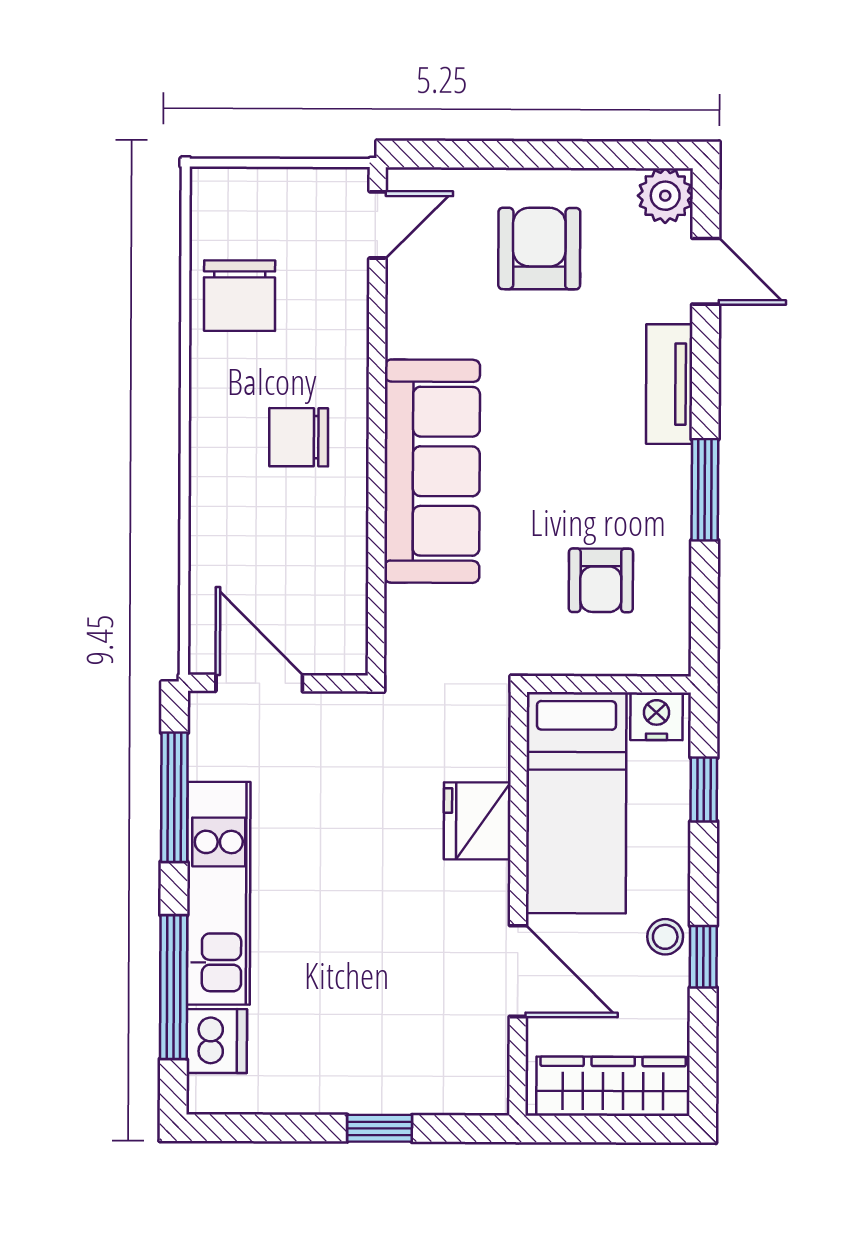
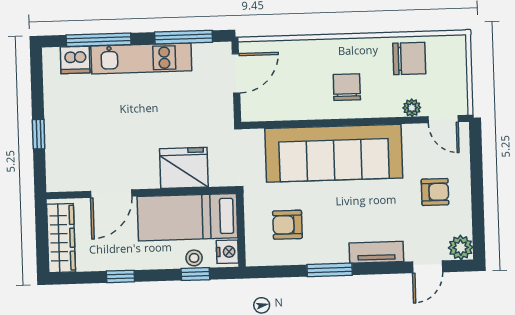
armchair: (539, 249) -> (435, 192), width x0.72, depth x0.72
plant: (350, 294) -> (412, 108), added
chair: (240, 296) -> (409, 58), turned 180
sofa: (432, 471) -> (334, 153), width x1.36, depth x1.27
fridge: (477, 821) -> (184, 168), width x1.36, depth x1.34
stool: (665, 937) -> (194, 258), moved

